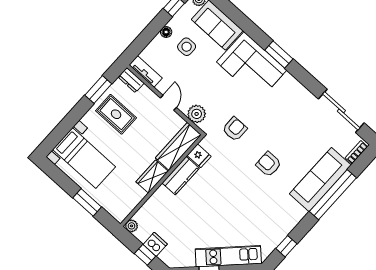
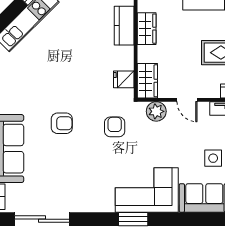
armchair: (235, 129) -> (115, 127), turned 180
wardrobe: (178, 146) -> (147, 81), width x0.67
kitchen counter: (181, 176) -> (124, 26), moved

